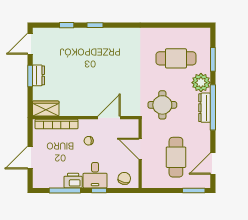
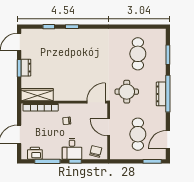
cafe table: (176, 58) -> (138, 54), turned 90
plant: (201, 83) -> (158, 73), removed
wardrobe: (46, 109) -> (37, 95), width x1.50
door: (109, 118) -> (96, 102), moved
printer: (73, 181) -> (35, 153), moved

